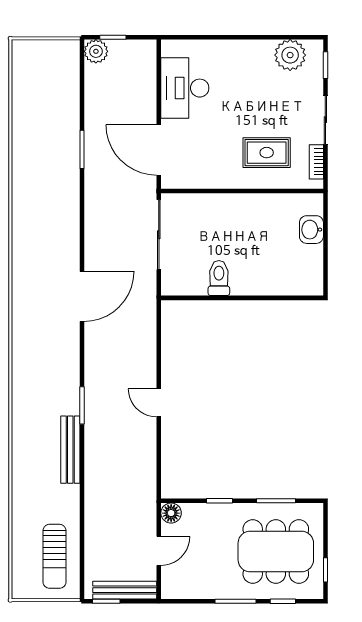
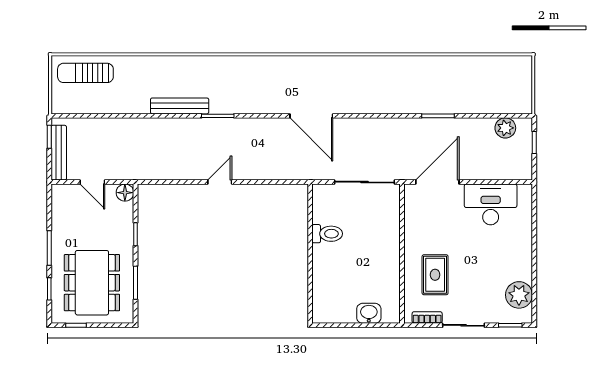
plant: (96, 51) -> (505, 128), moved
sun lounger: (54, 556) -> (85, 73), moved

